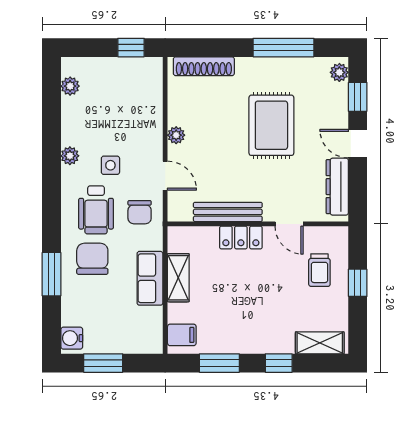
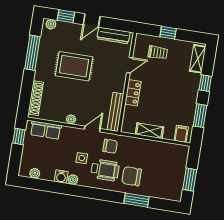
bench: (228, 212) -> (115, 112), moved
row of seats: (150, 278) -> (46, 130), moved
water cooler: (72, 338) -> (61, 177), moved

